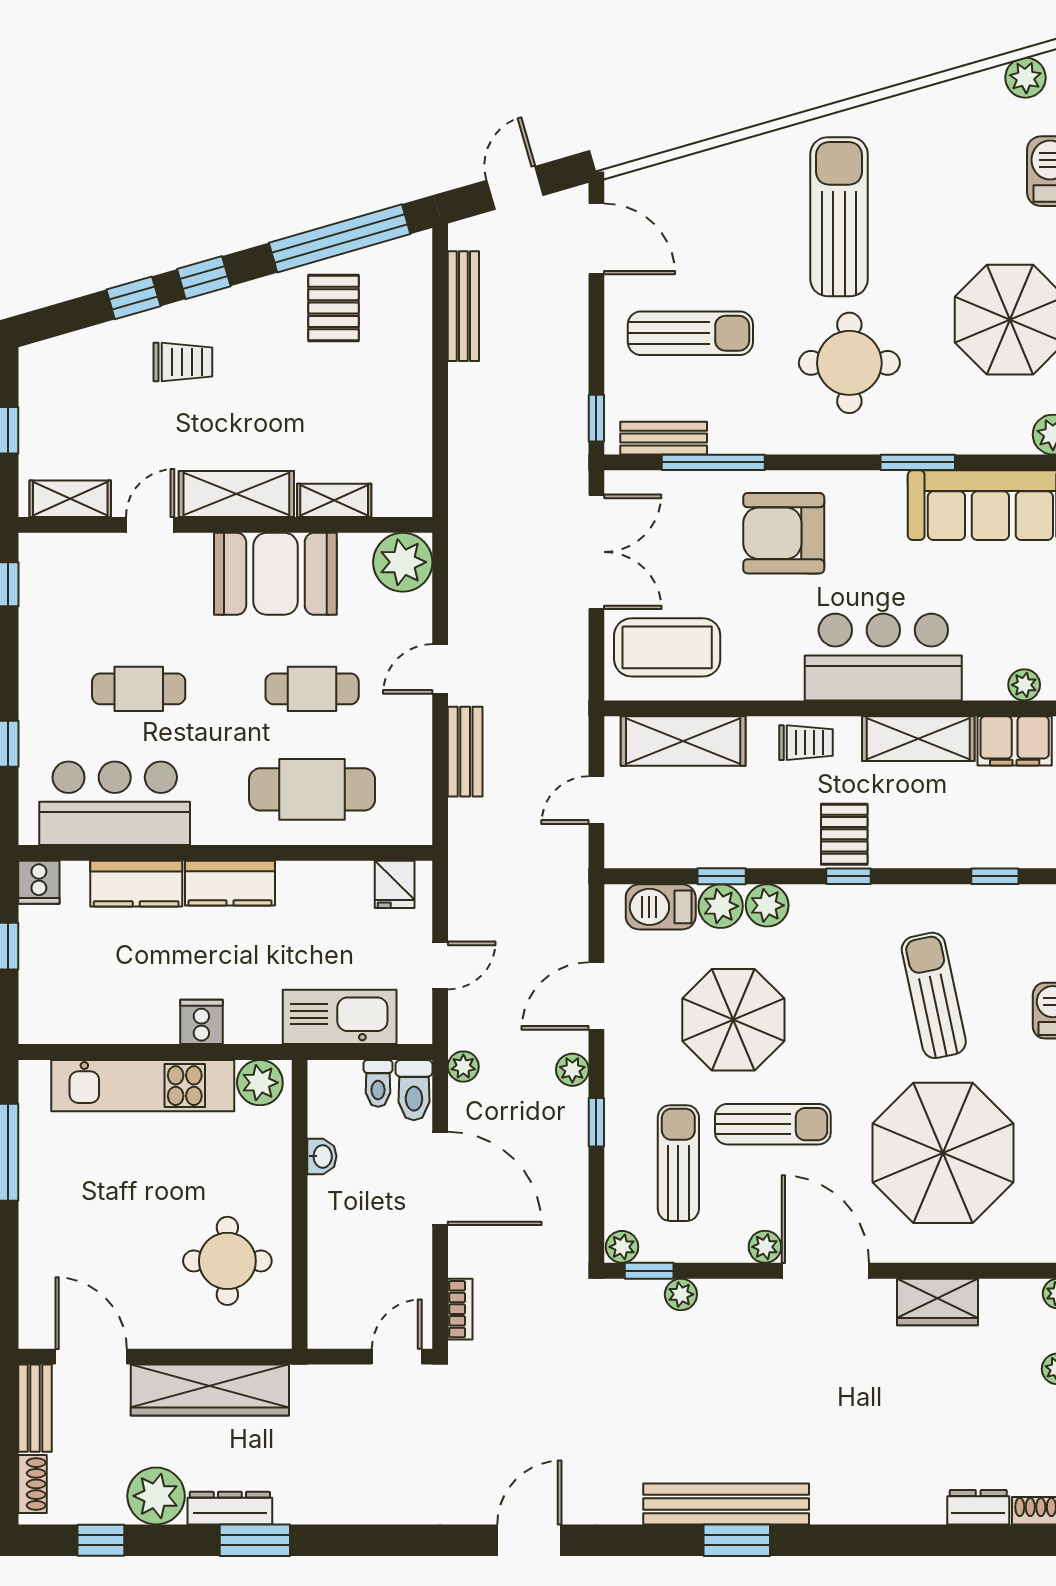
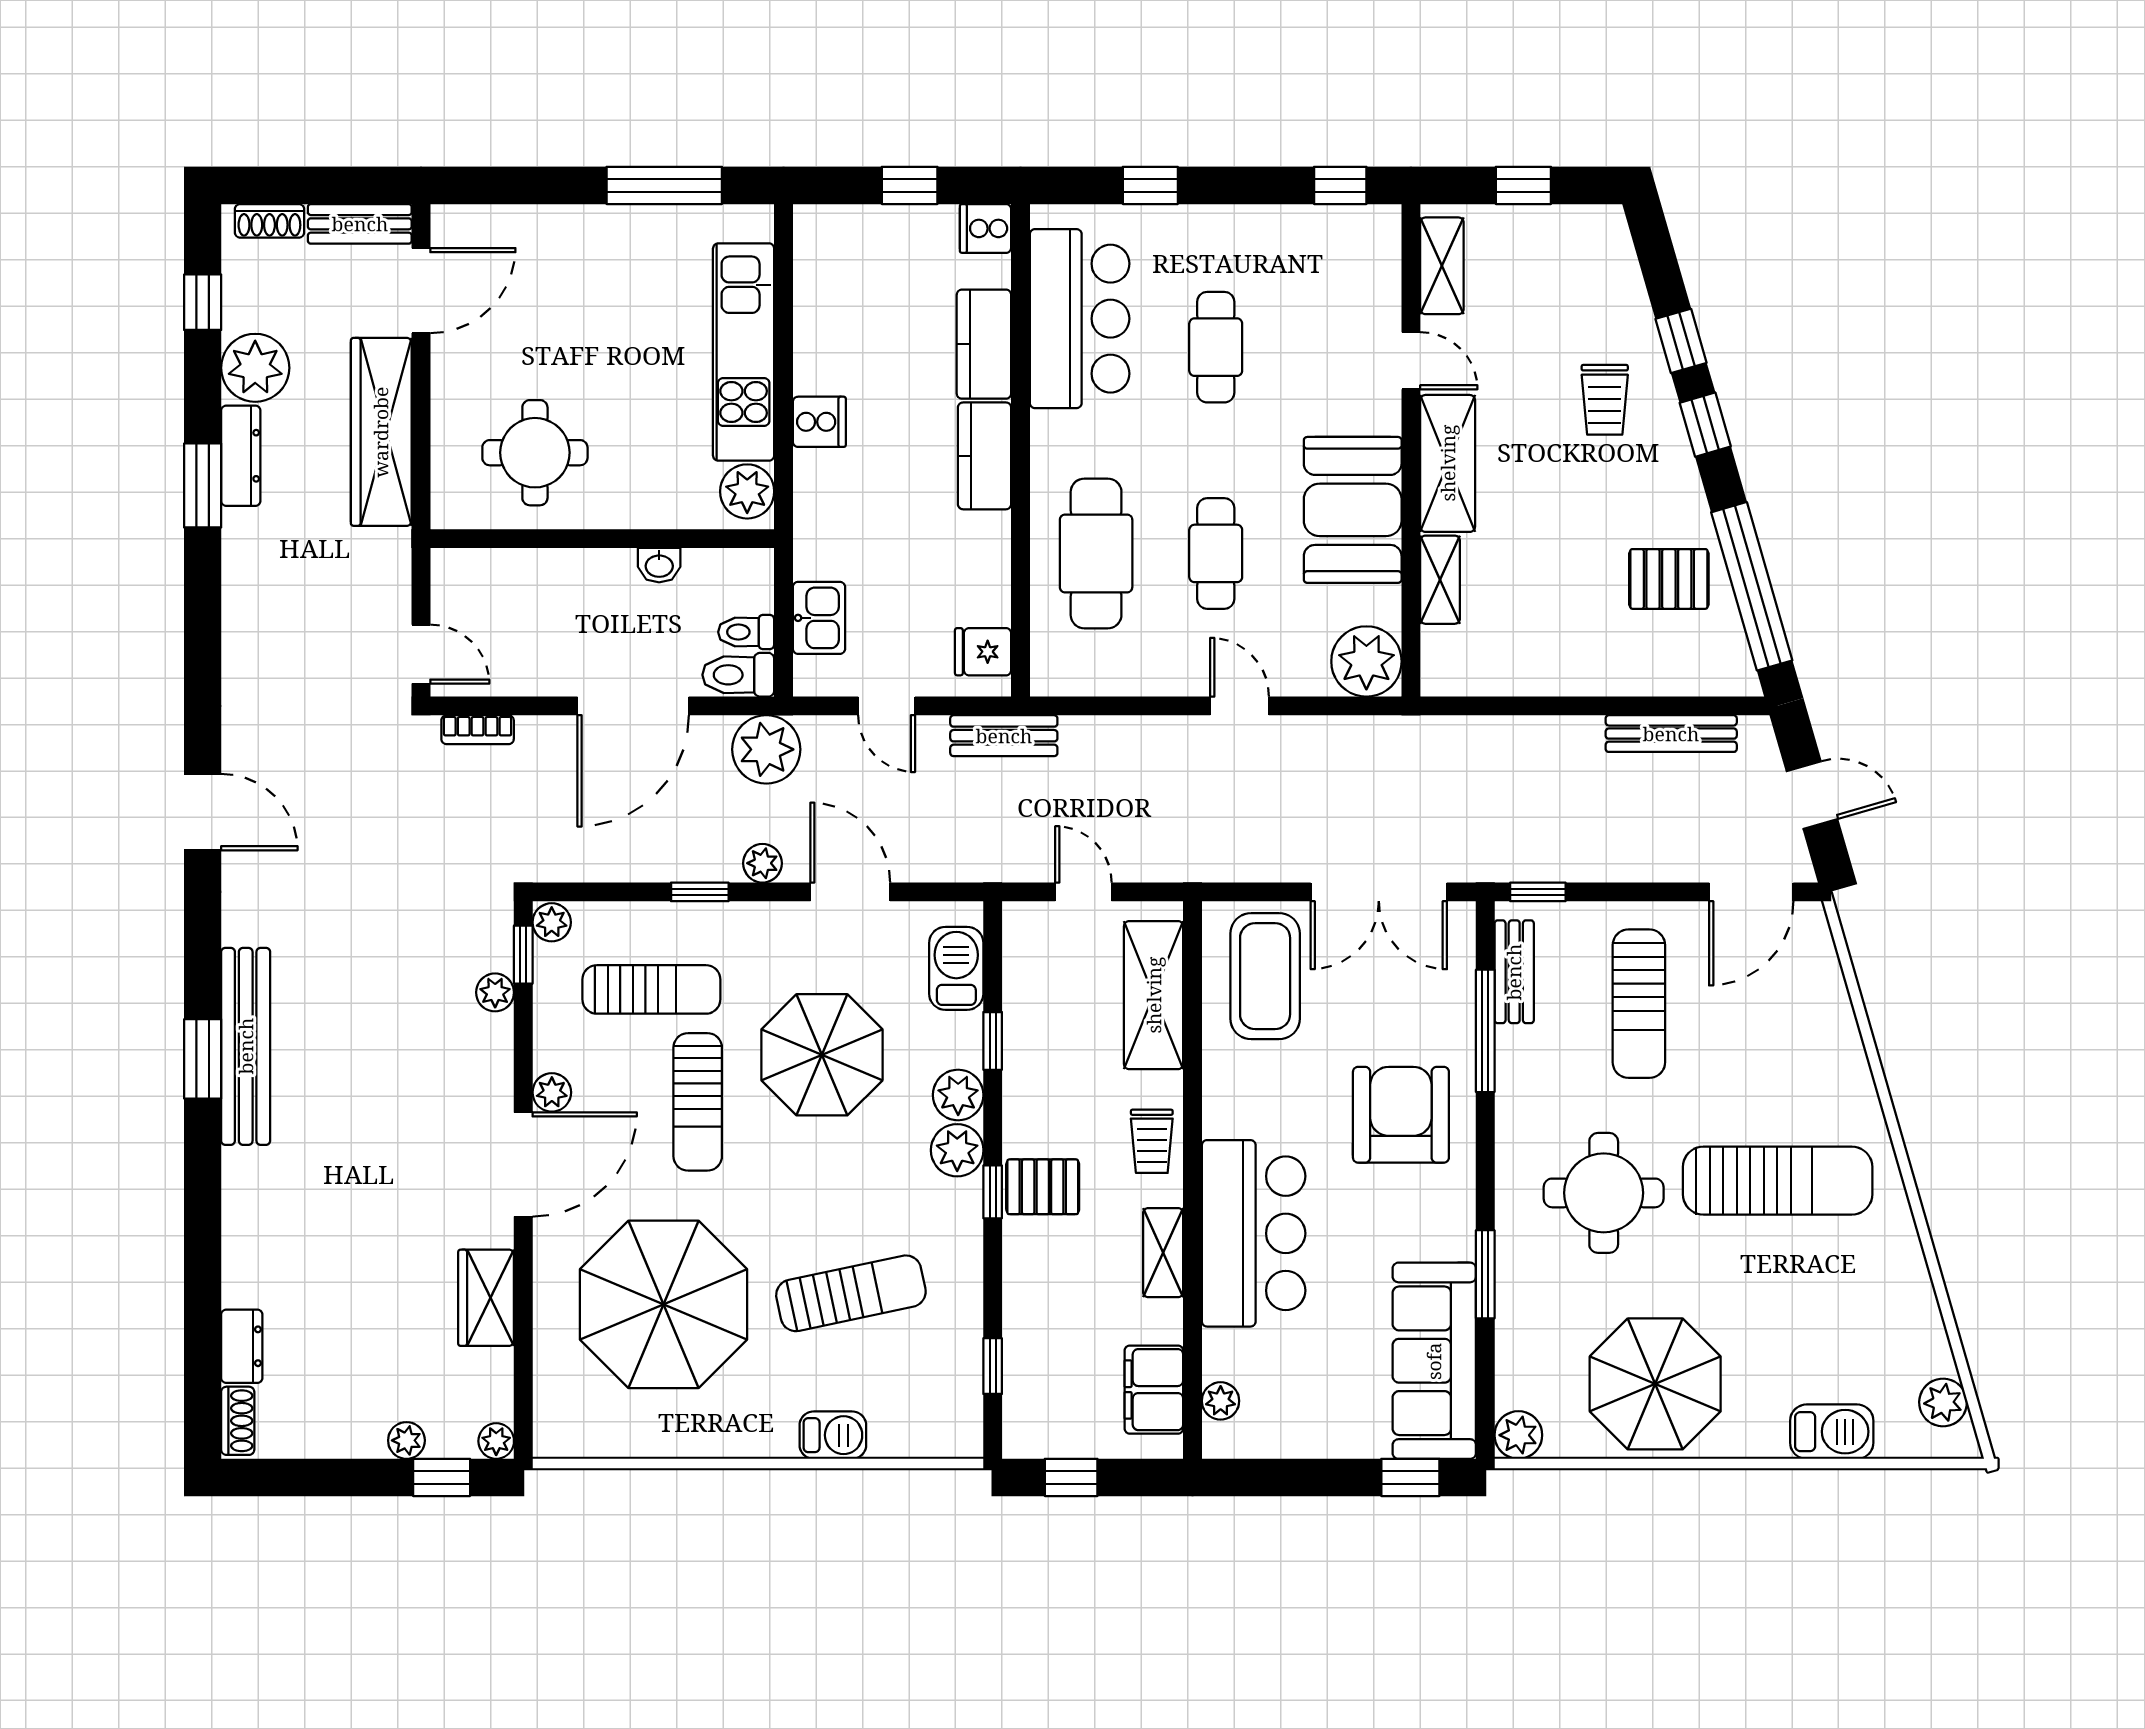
shelving: (918, 739) -> (1163, 1253), width x0.67, depth x0.75
bench: (465, 752) -> (1004, 736), moved
plant: (721, 906) -> (957, 1150), moved
kitchen sink: (340, 1017) -> (819, 618), width x0.53, depth x0.81
plant: (463, 1067) -> (766, 749), width x1.87, depth x1.87

